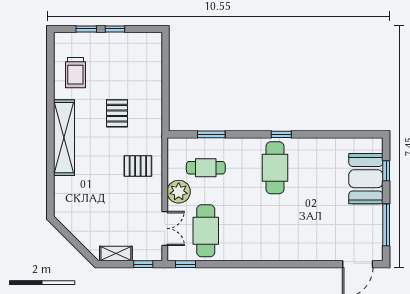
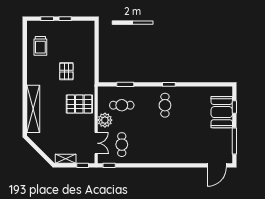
shelving: (64, 138) -> (33, 109), moved
pallet: (138, 166) -> (79, 104), width x1.50, depth x1.42
cafe table: (275, 168) -> (165, 105), width x0.73, depth x0.74
cafe table: (206, 231) -> (122, 145), width x0.73, depth x0.74

